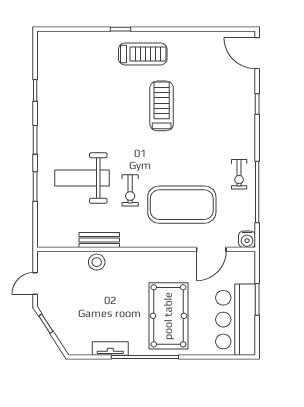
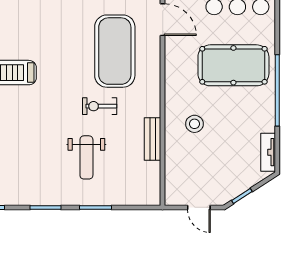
weight bench: (82, 178) -> (86, 157), width x0.73, depth x0.75
exercise bike: (130, 190) -> (100, 106), turned 180
stool: (97, 262) -> (194, 124), moved
tv unit: (110, 348) -> (268, 152), moved

